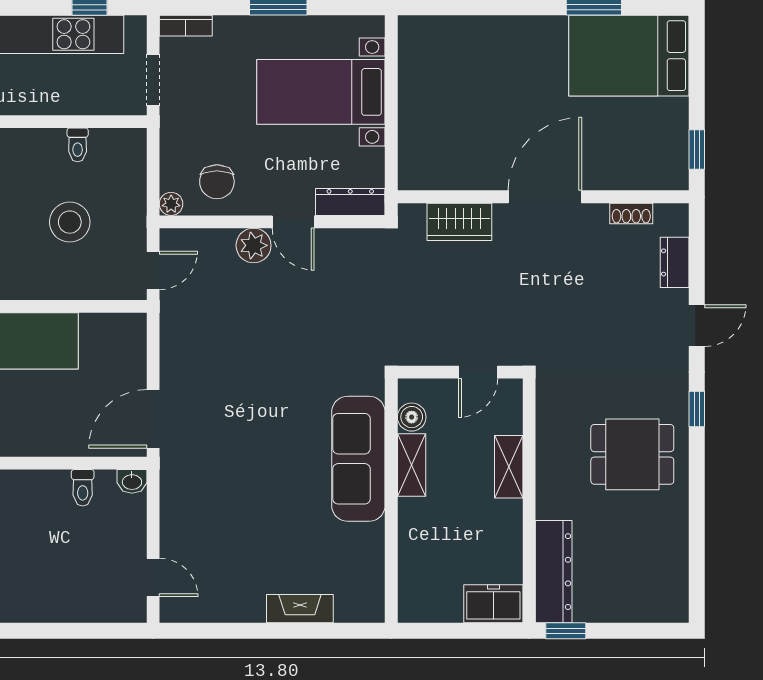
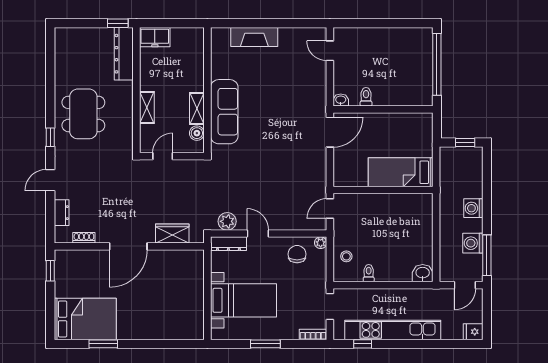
stool: (70, 222) -> (346, 256), moved, width x0.53, depth x0.53
plant: (254, 245) -> (227, 221), moved
dining table: (632, 454) -> (83, 114), width x1.38
fireplace: (300, 609) -> (254, 37), width x1.37, depth x1.32

